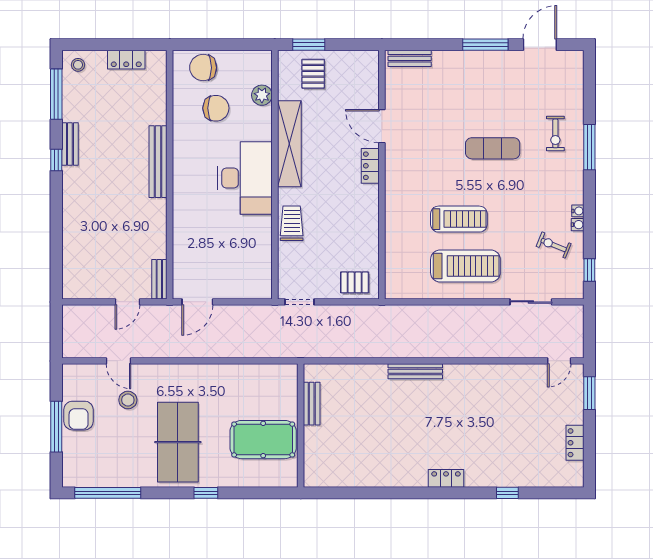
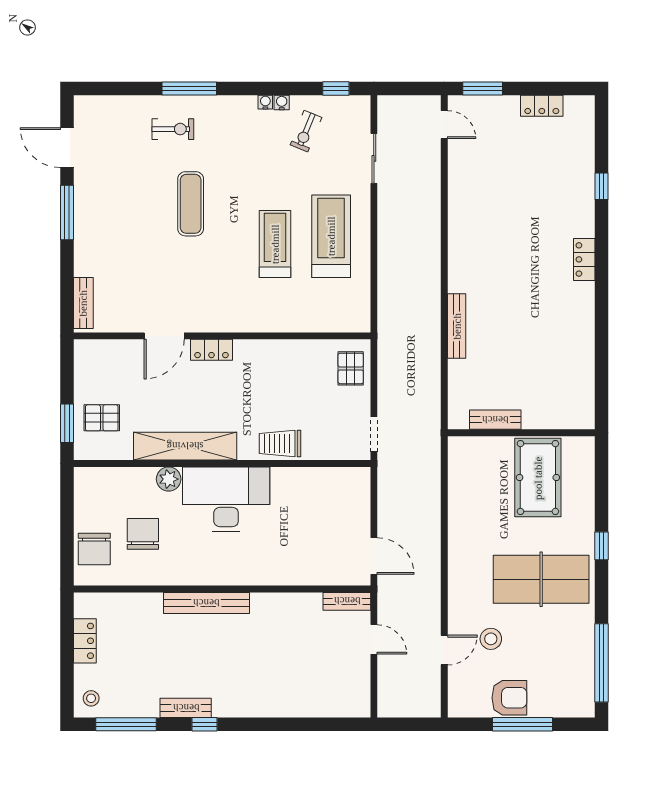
plant: (262, 95) -> (169, 479), moved
bench: (415, 371) -> (457, 326), moved

